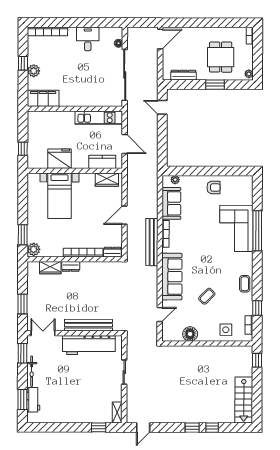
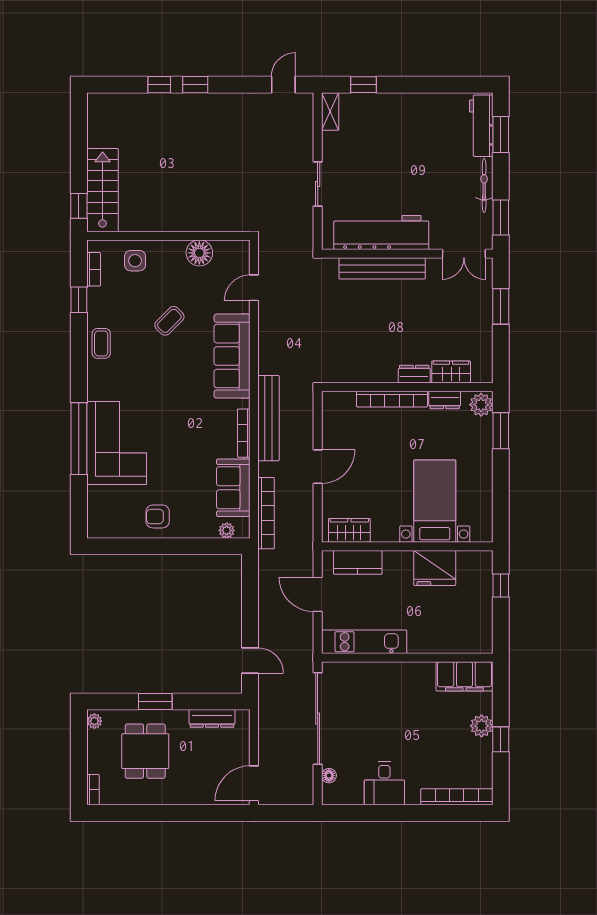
bookcase: (153, 189) -> (266, 513), added
dresser: (112, 252) -> (445, 400), moved
workbench: (33, 400) -> (481, 126), width x1.38
stairs: (244, 400) -> (103, 190), moved

